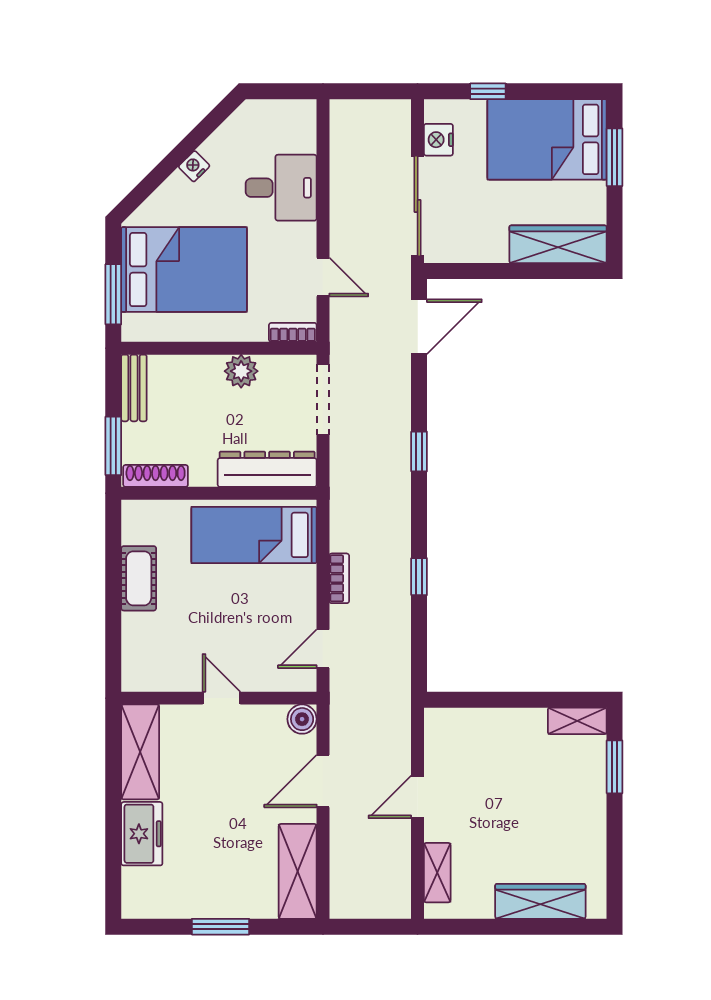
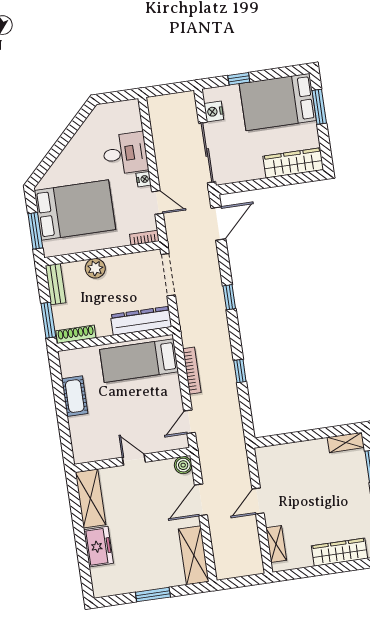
nightstand: (194, 166) -> (144, 179), moved, turned 135
plant: (241, 371) -> (95, 268), moved
bookcase: (339, 578) -> (192, 371), width x1.56

